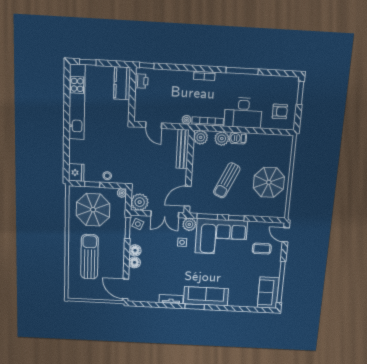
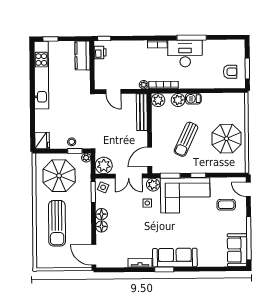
window: (300, 93) -> (247, 69), moved
desk: (243, 113) -> (185, 53), moved, turned 180
window: (92, 184) -> (75, 151), moved
sun lounger: (90, 257) -> (57, 223), turned 180

